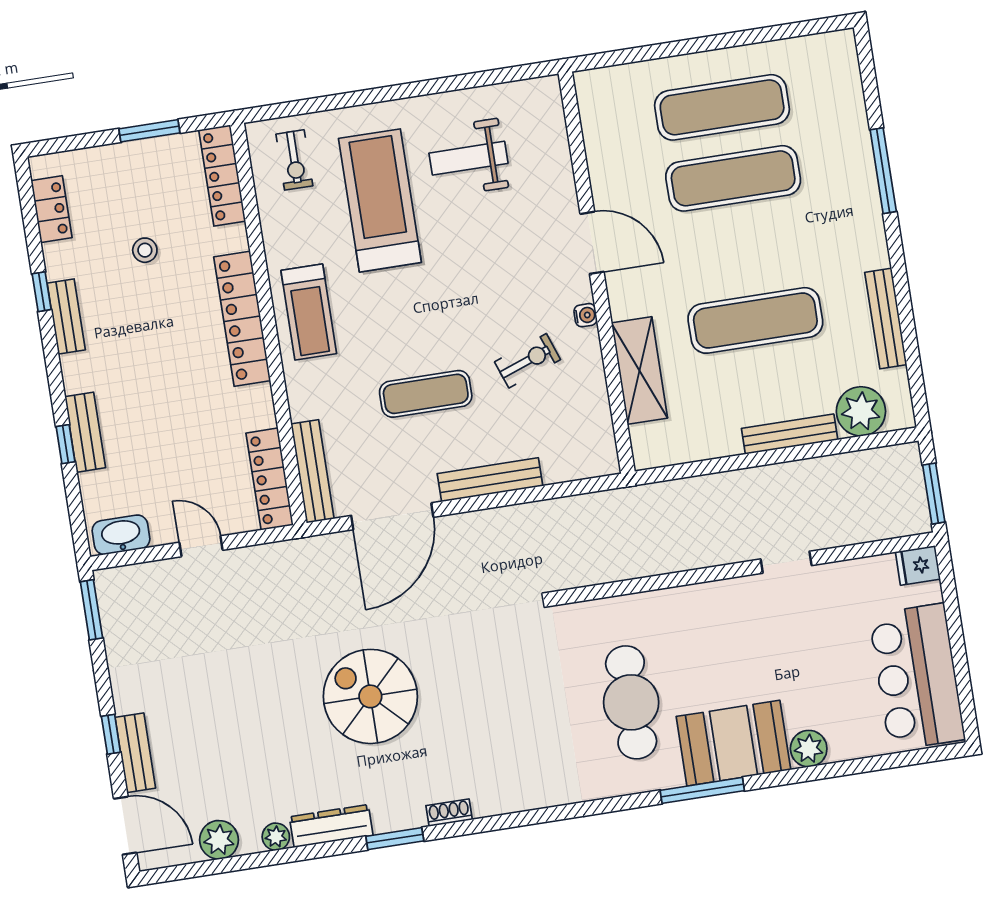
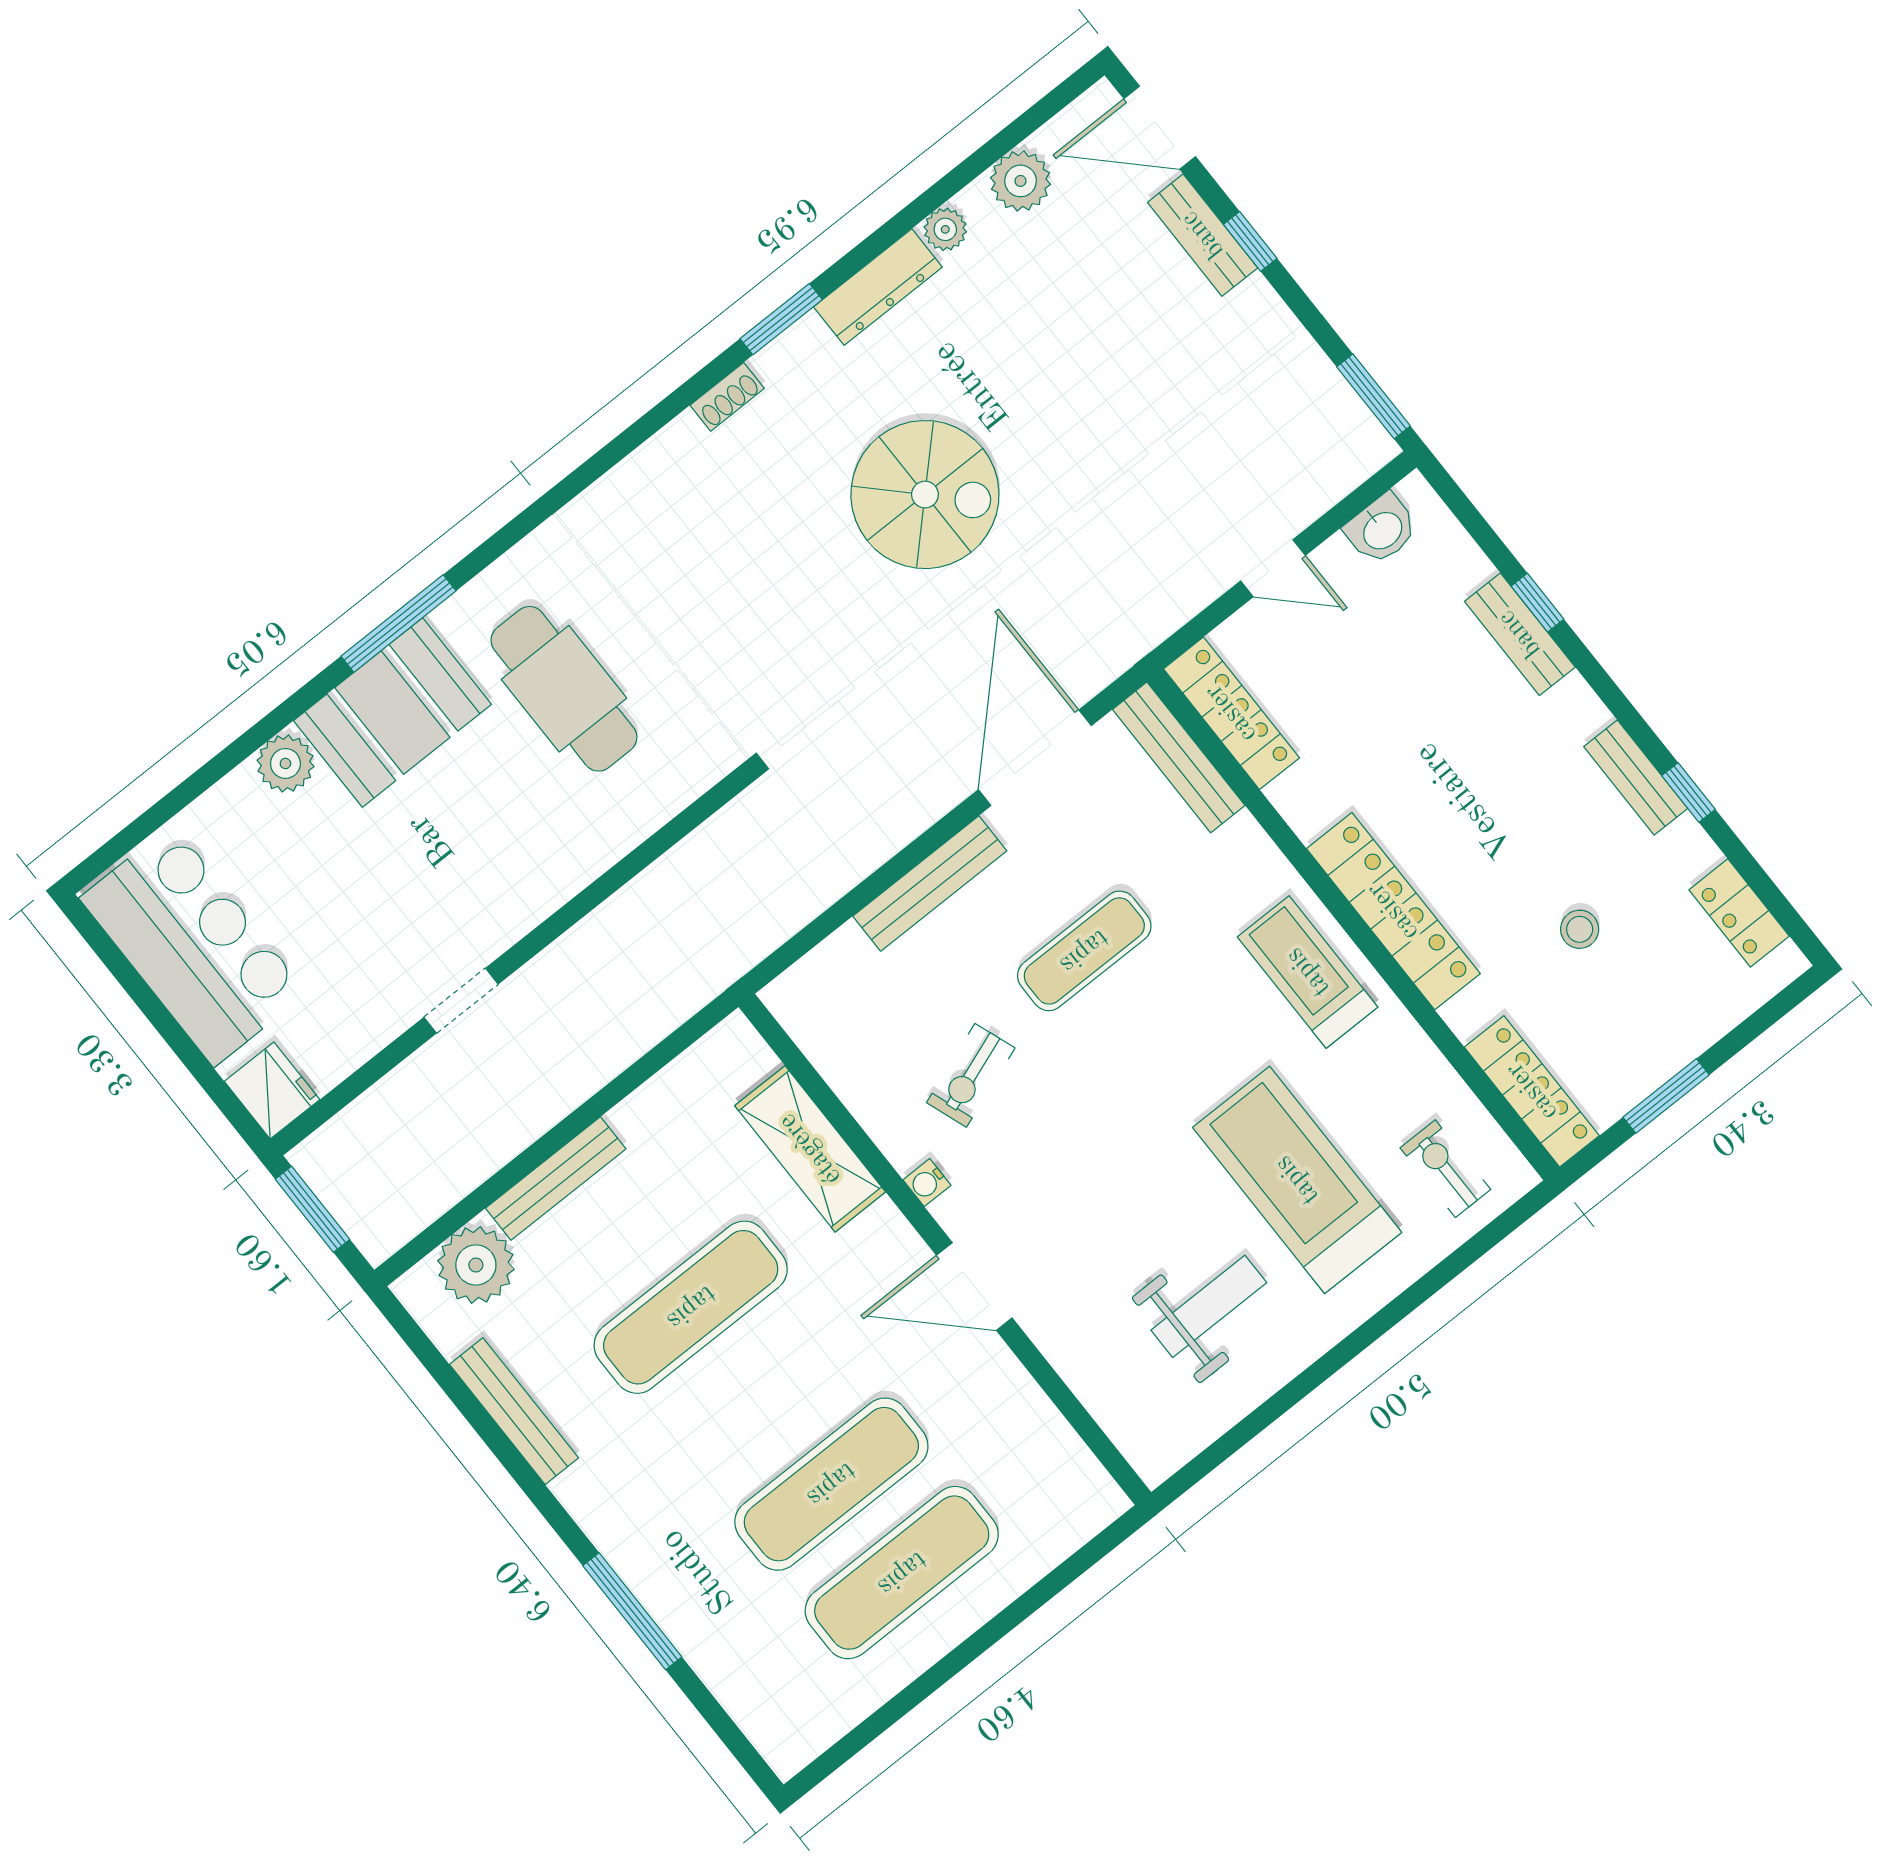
treadmill: (380, 200) -> (1297, 1180), turned 180
washbasin: (121, 535) -> (1382, 529), width x0.72
fridge: (918, 565) -> (272, 1091), width x1.38

